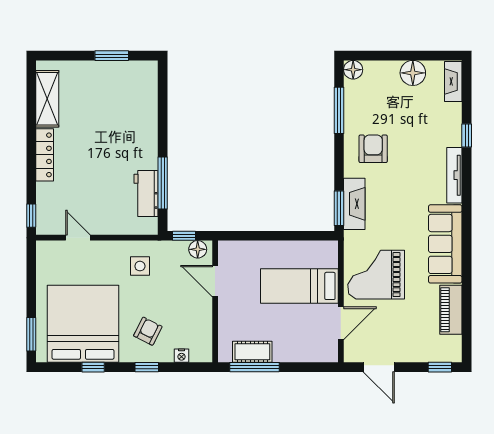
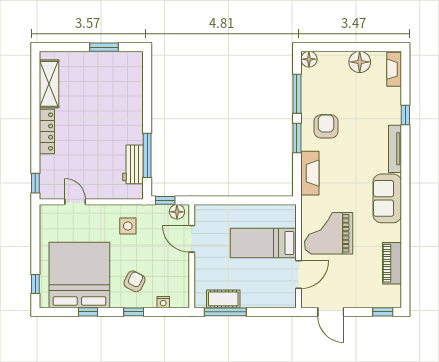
window: (339, 208) -> (297, 138), moved
sofa: (445, 244) -> (387, 198), width x0.73
window: (31, 334) -> (35, 284), width x0.67

